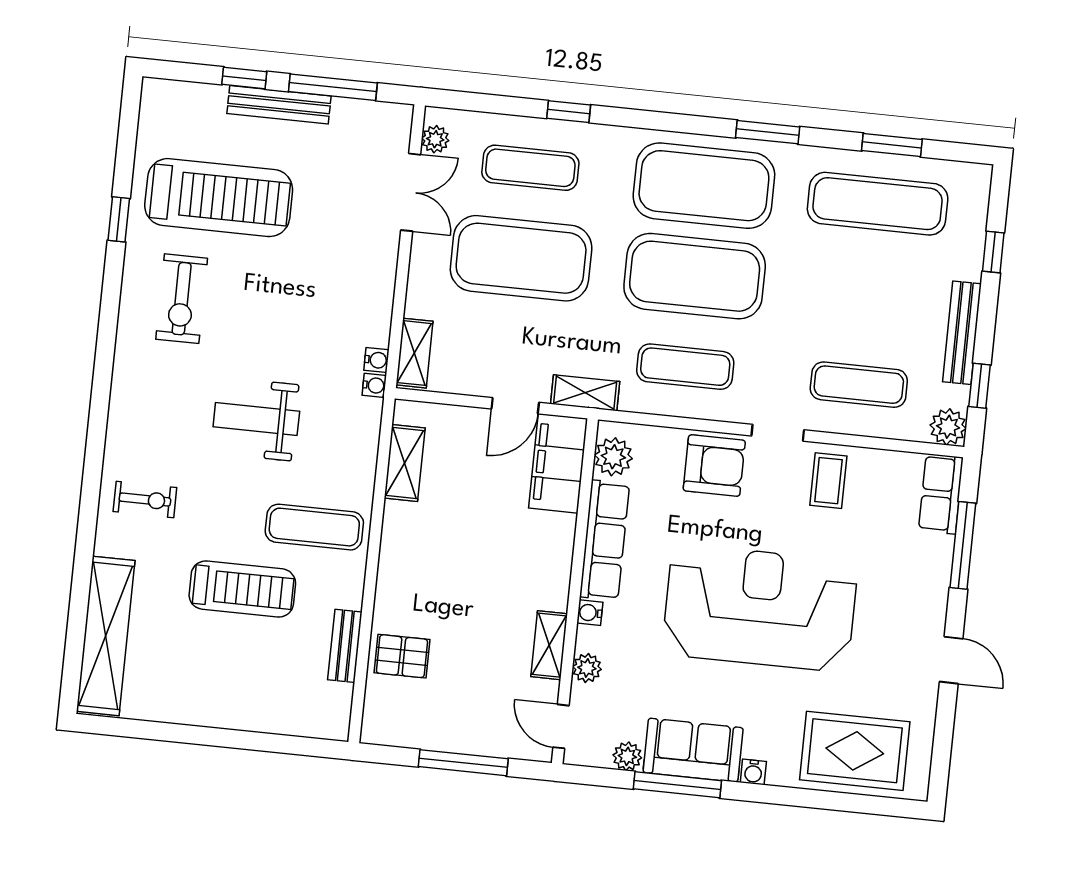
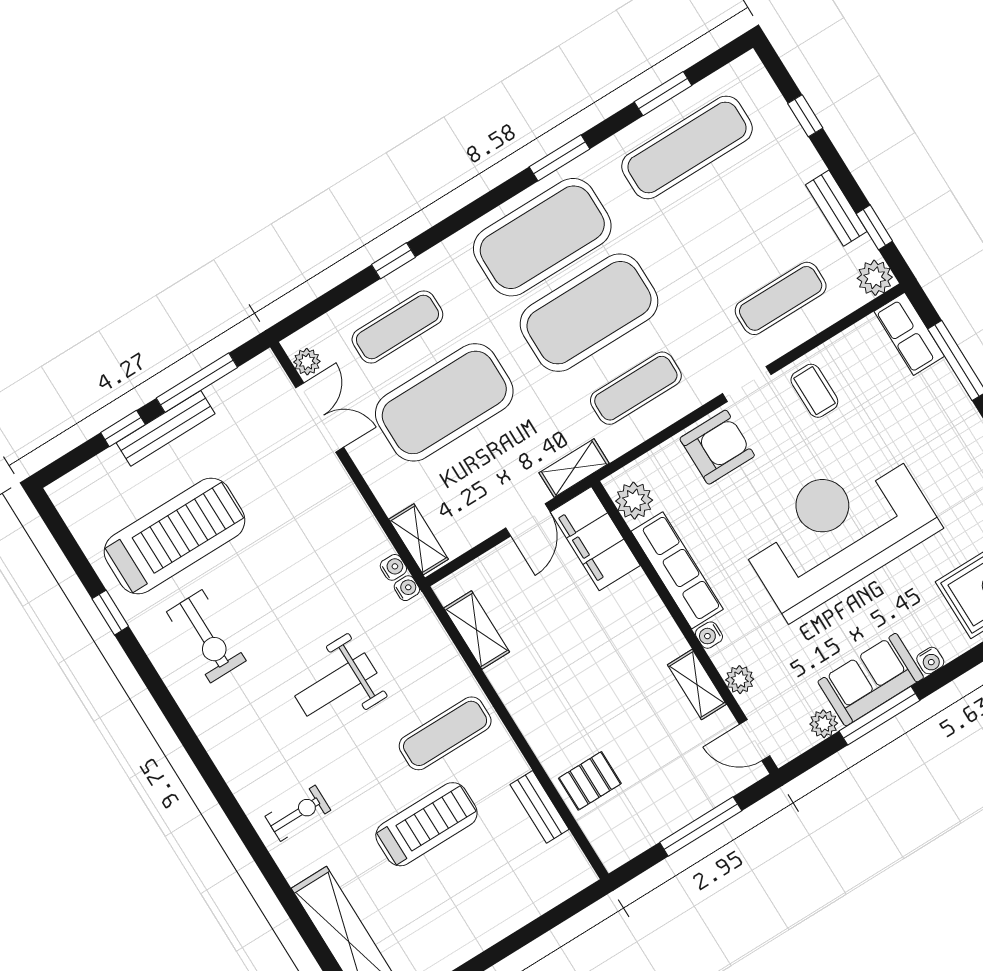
bench: (962, 333) -> (836, 208), width x0.73

